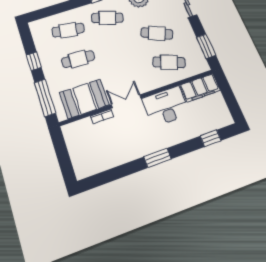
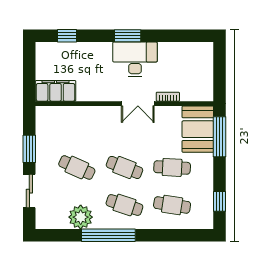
window: (206, 46) -> (29, 149), moved
window: (34, 61) -> (220, 201), moved
cafe table: (169, 62) -> (124, 167), moved
booth: (84, 99) -> (198, 129), moved, turned 90
desk: (166, 106) -> (135, 59), moved, turned 180

